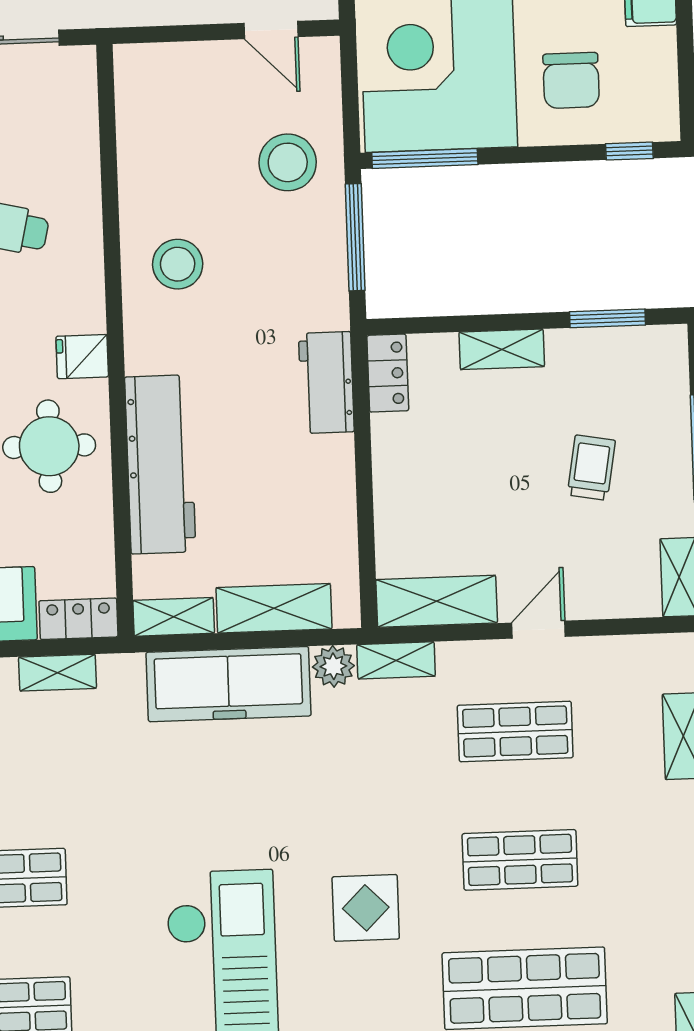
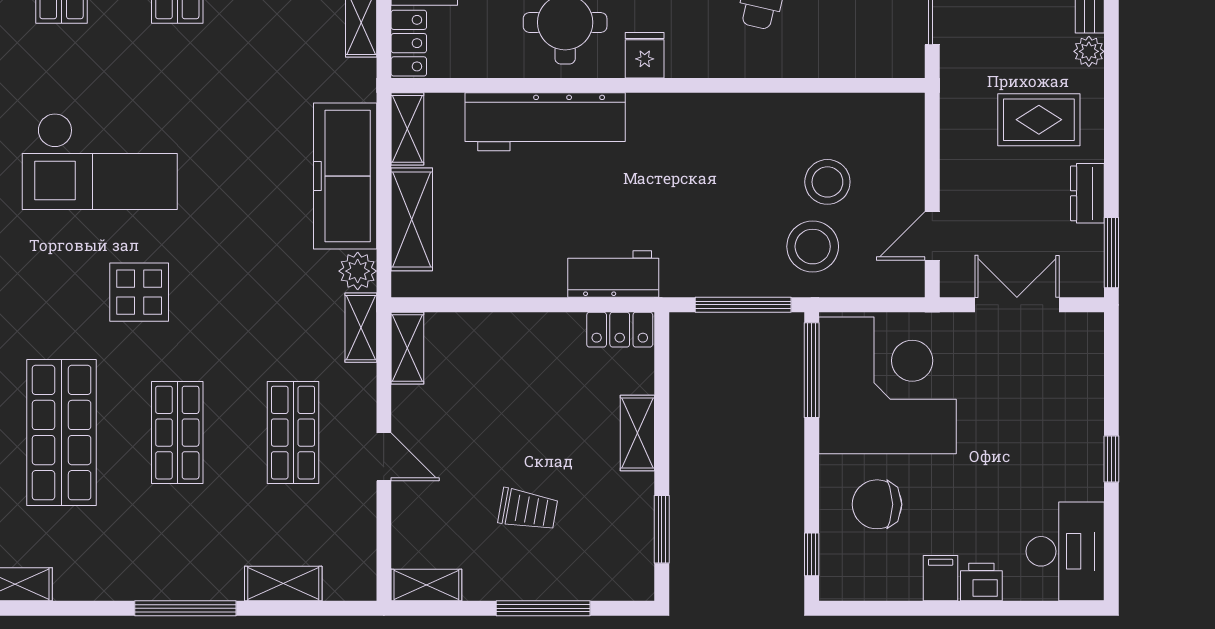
stool: (178, 264) -> (827, 182), moved
shelving: (437, 601) -> (407, 348), width x0.67, depth x0.75

